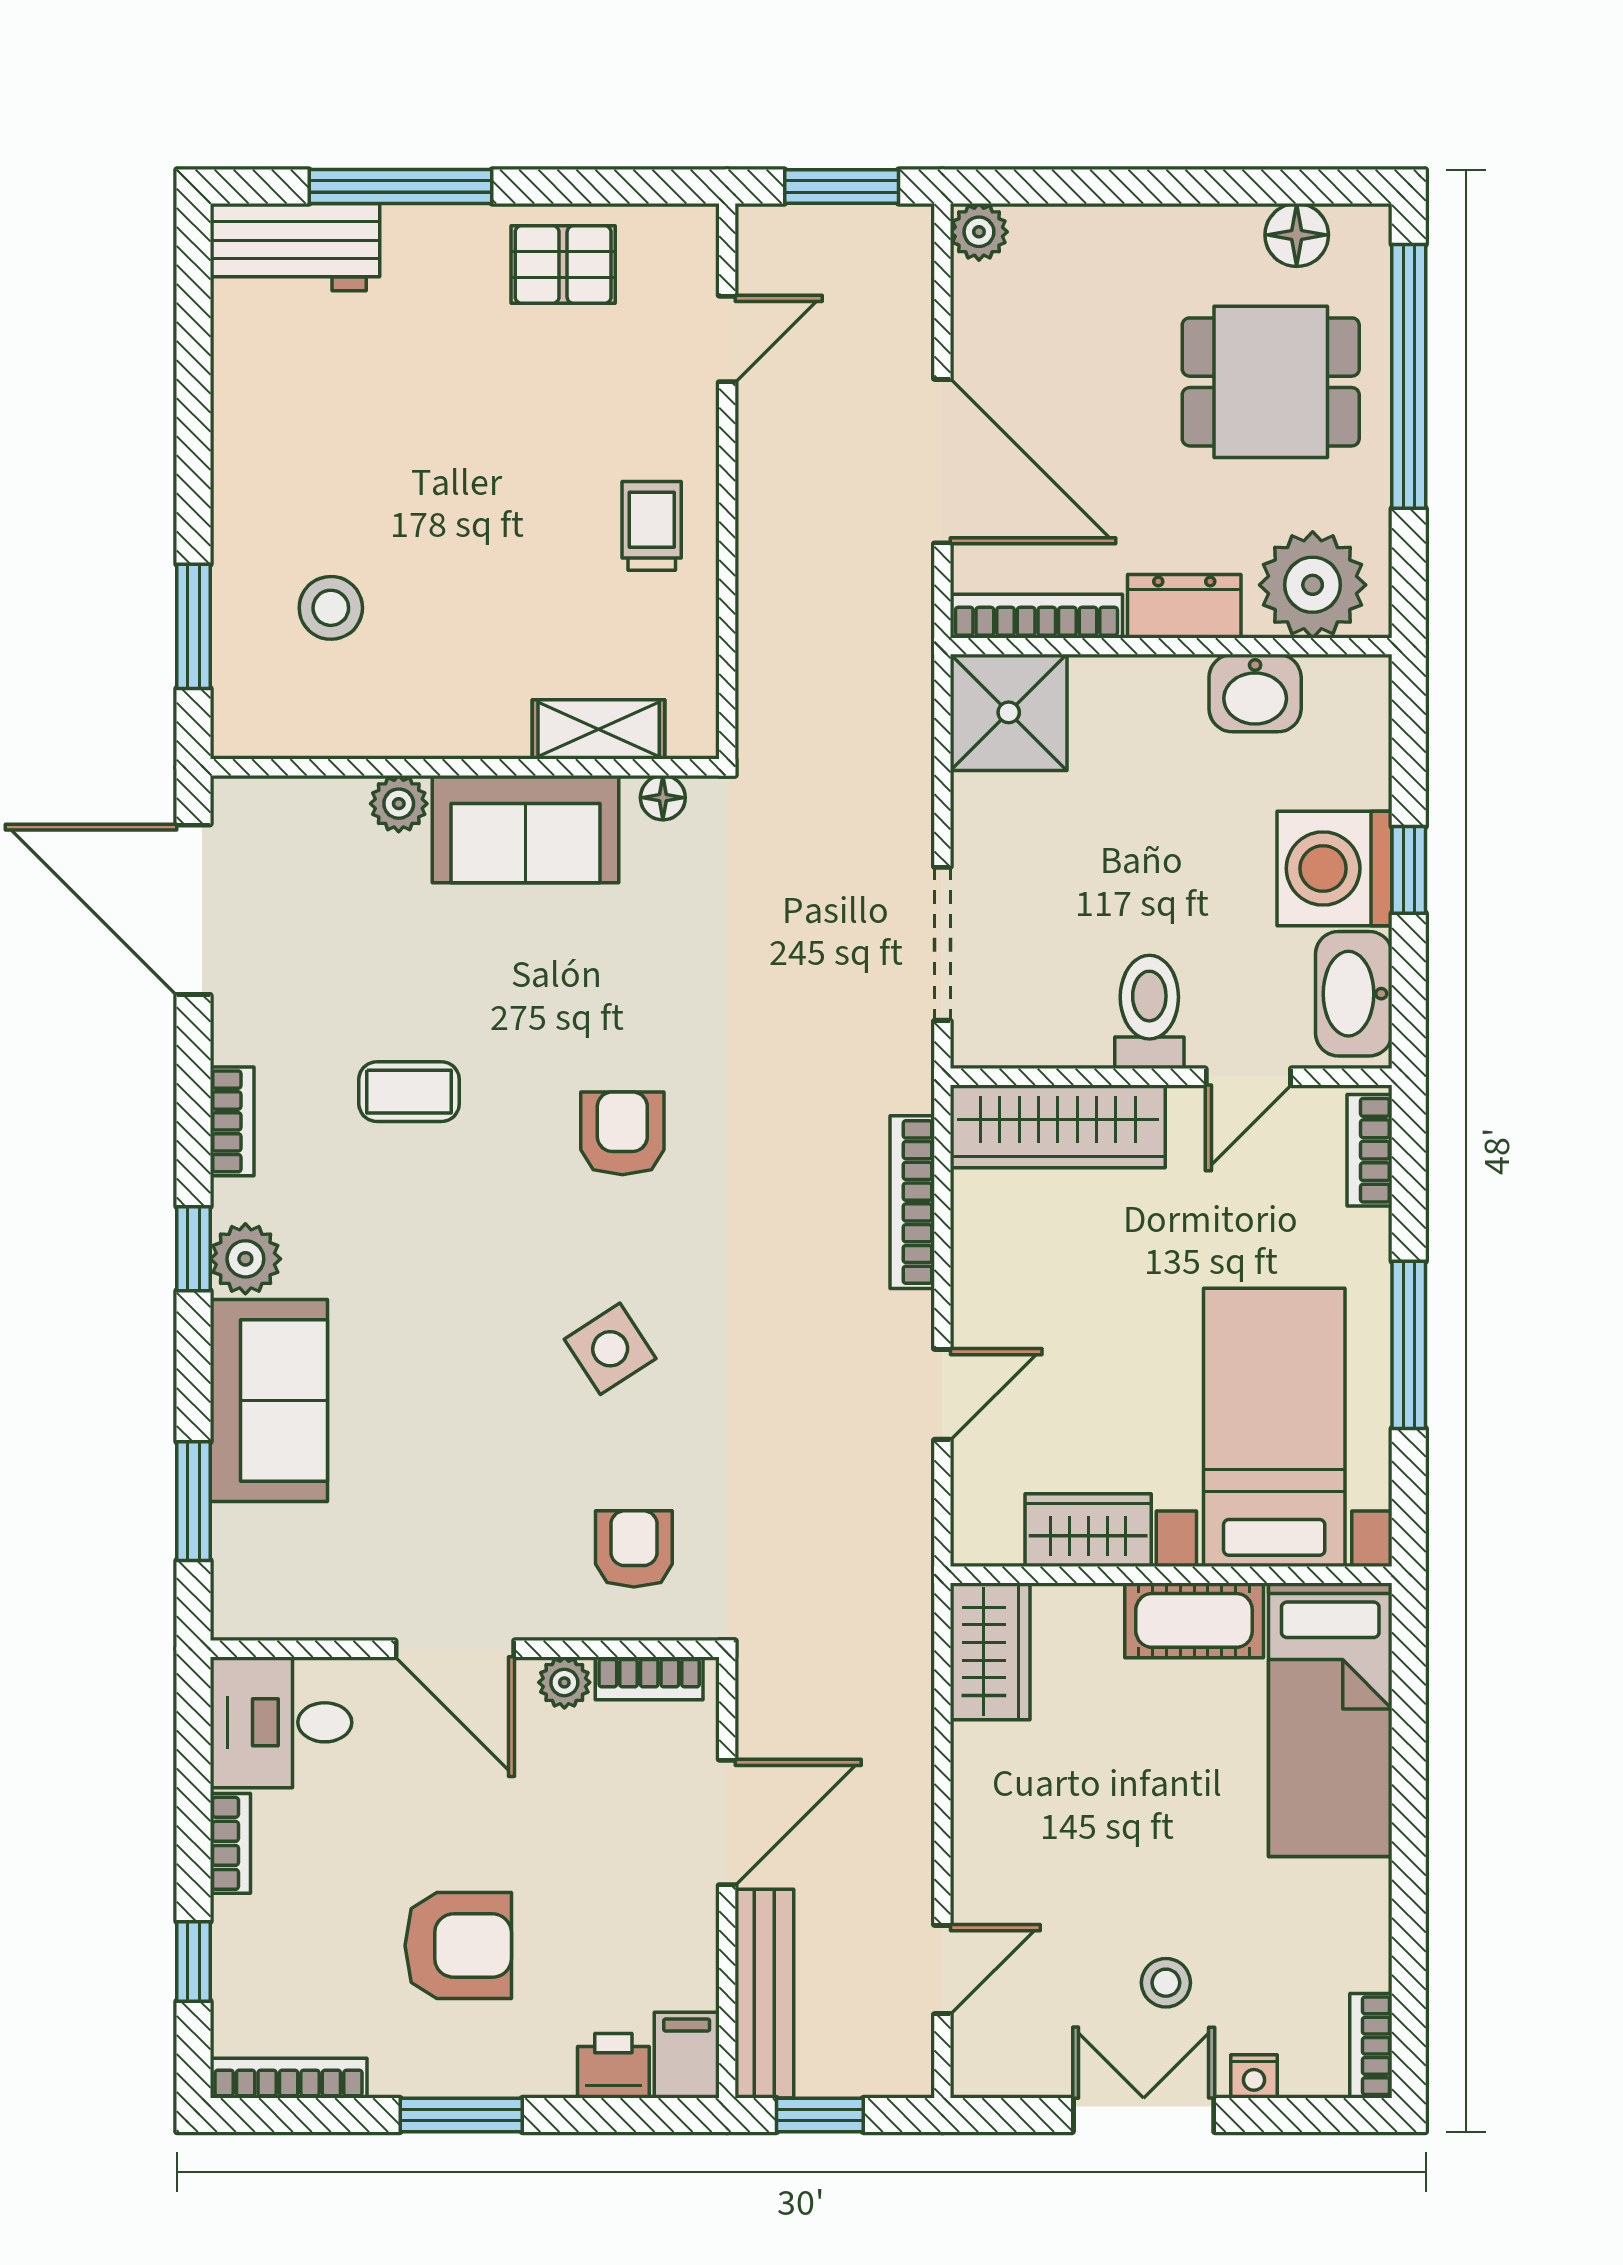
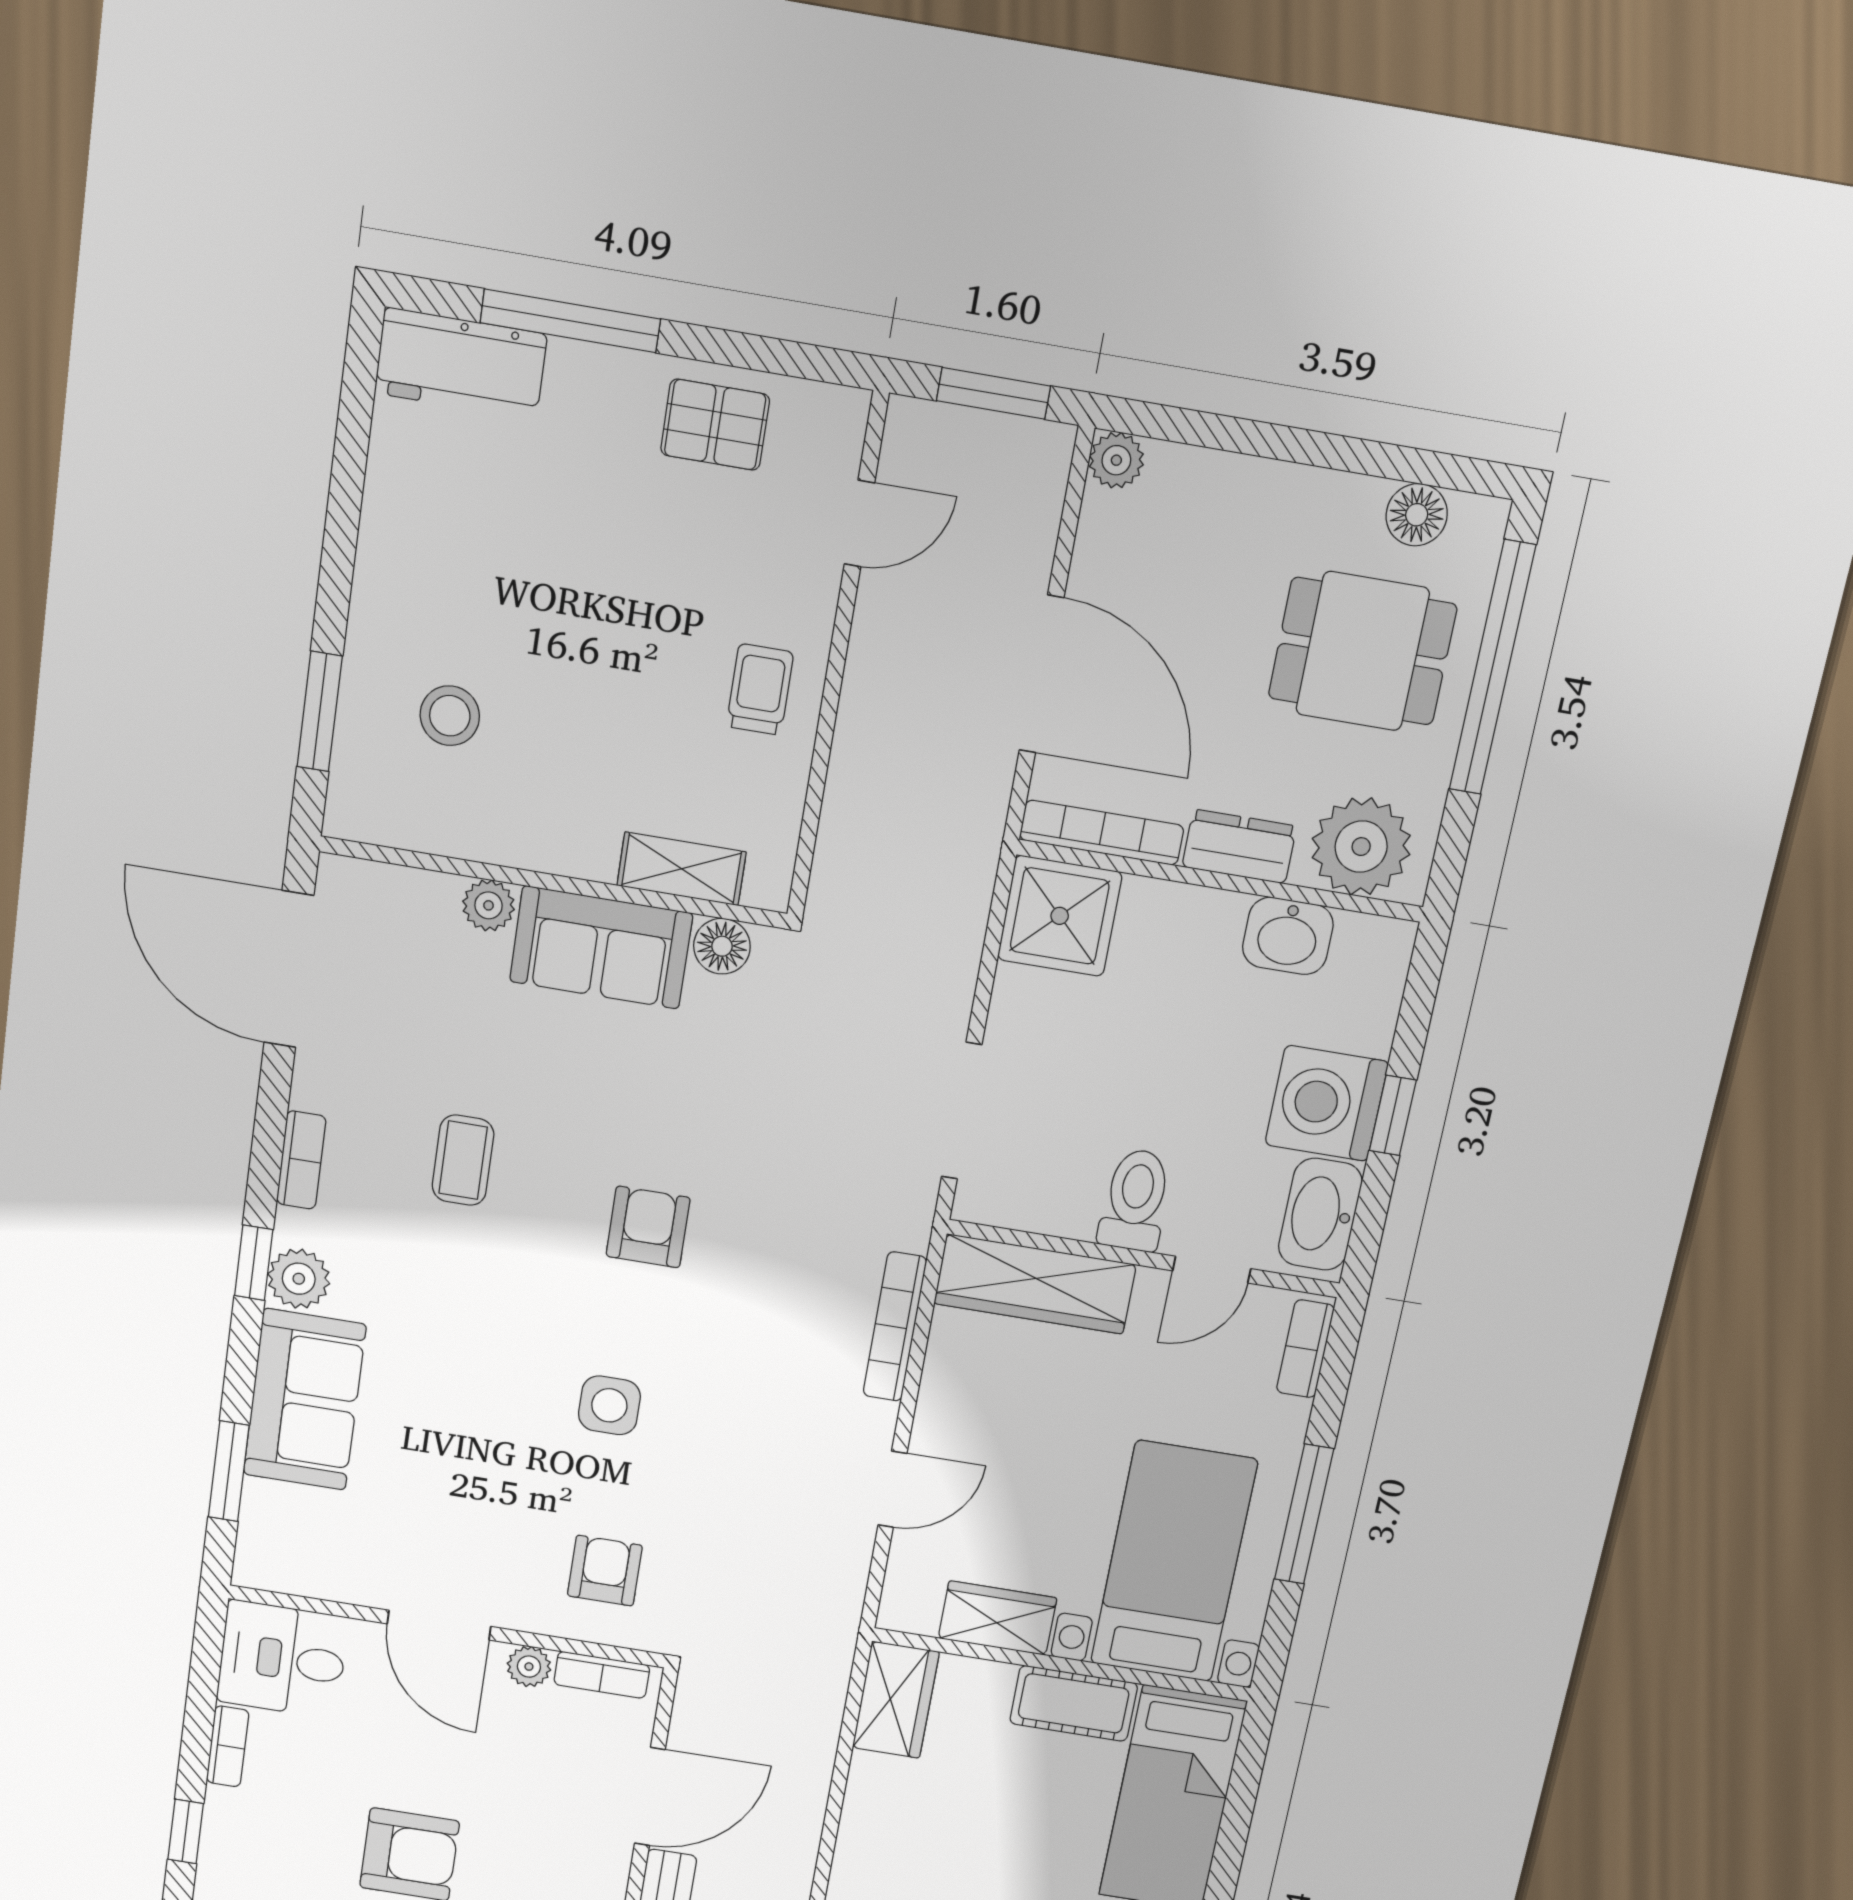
floor lamp: (663, 798) -> (722, 946), width x1.37, depth x1.37
coffee table: (409, 1092) -> (463, 1160), turned 90
side table: (610, 1349) -> (609, 1405), turned 33

